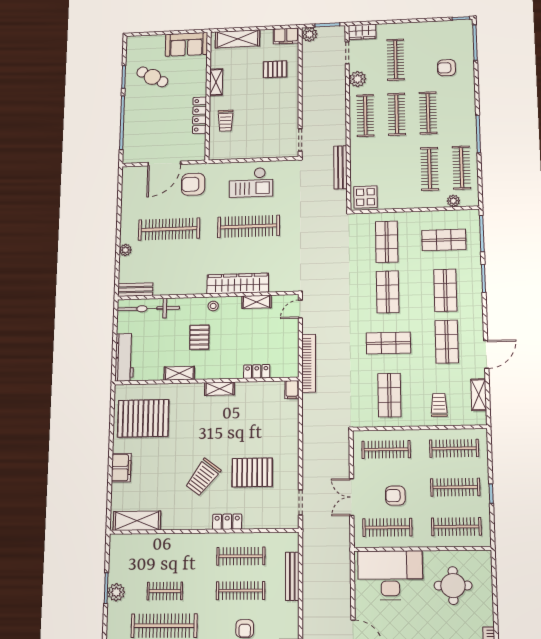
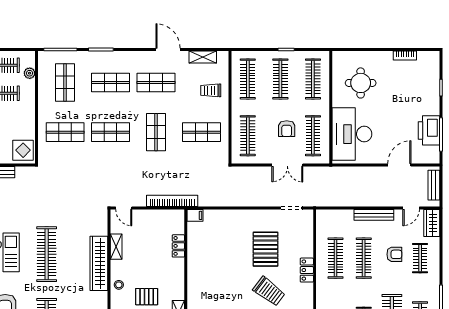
shelving: (219, 389) -> (193, 278), removed
bench: (292, 576) -> (374, 215), moved

